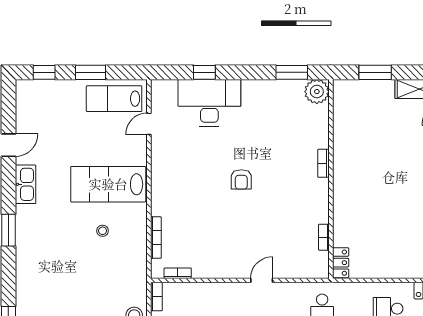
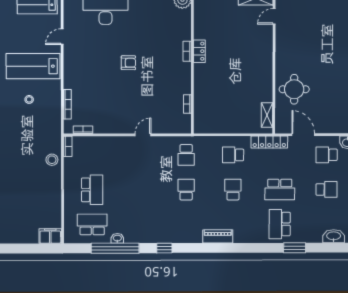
door: (149, 124) -> (62, 37), moved
armchair: (241, 179) -> (128, 63), turned -90
locker: (341, 263) -> (199, 51), moved

